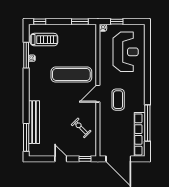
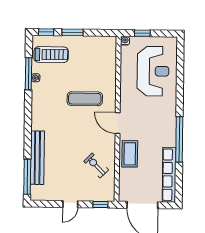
window: (80, 22) -> (73, 32), moved
exercise mat: (71, 75) -> (85, 99), width x0.73, depth x0.69
door: (98, 94) -> (118, 123), hinge flipped
coffee table: (118, 100) -> (130, 154), moved
window: (147, 123) -> (179, 139), moved
door: (61, 159) -> (70, 204), swing flipped

